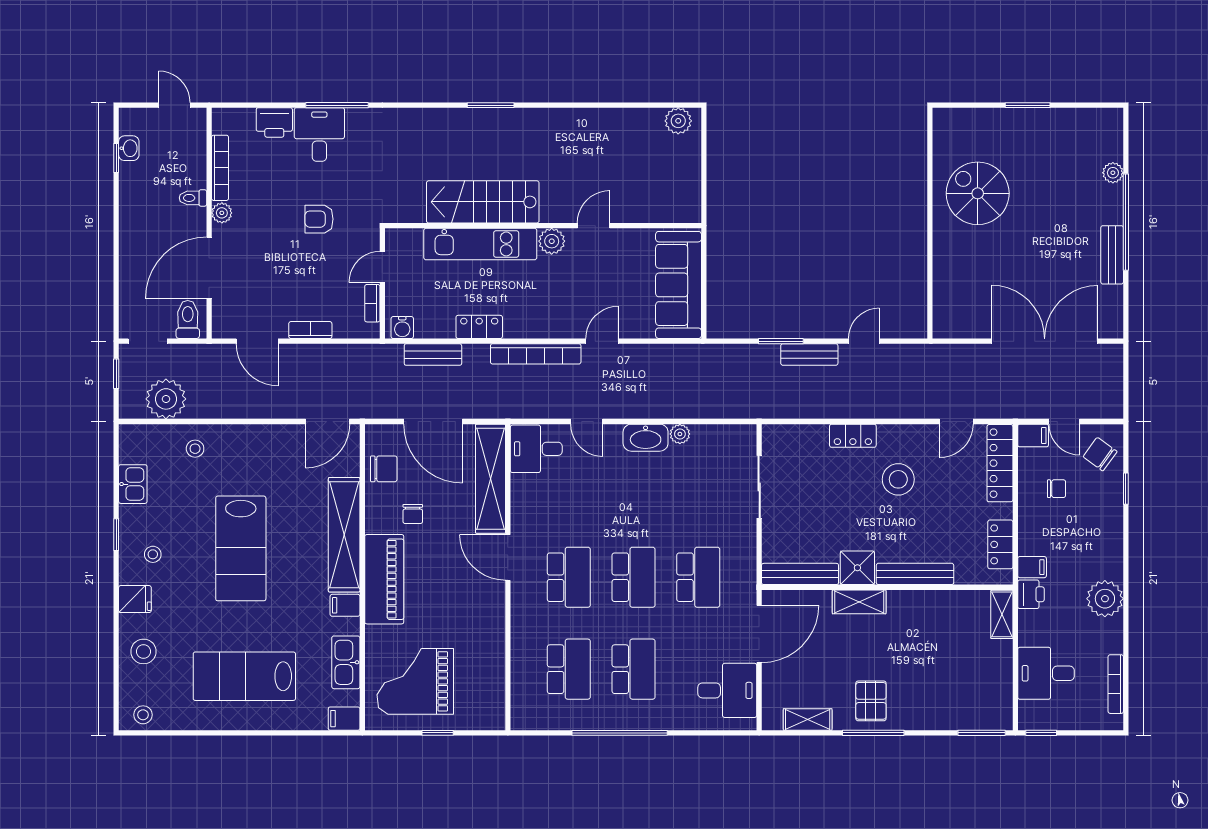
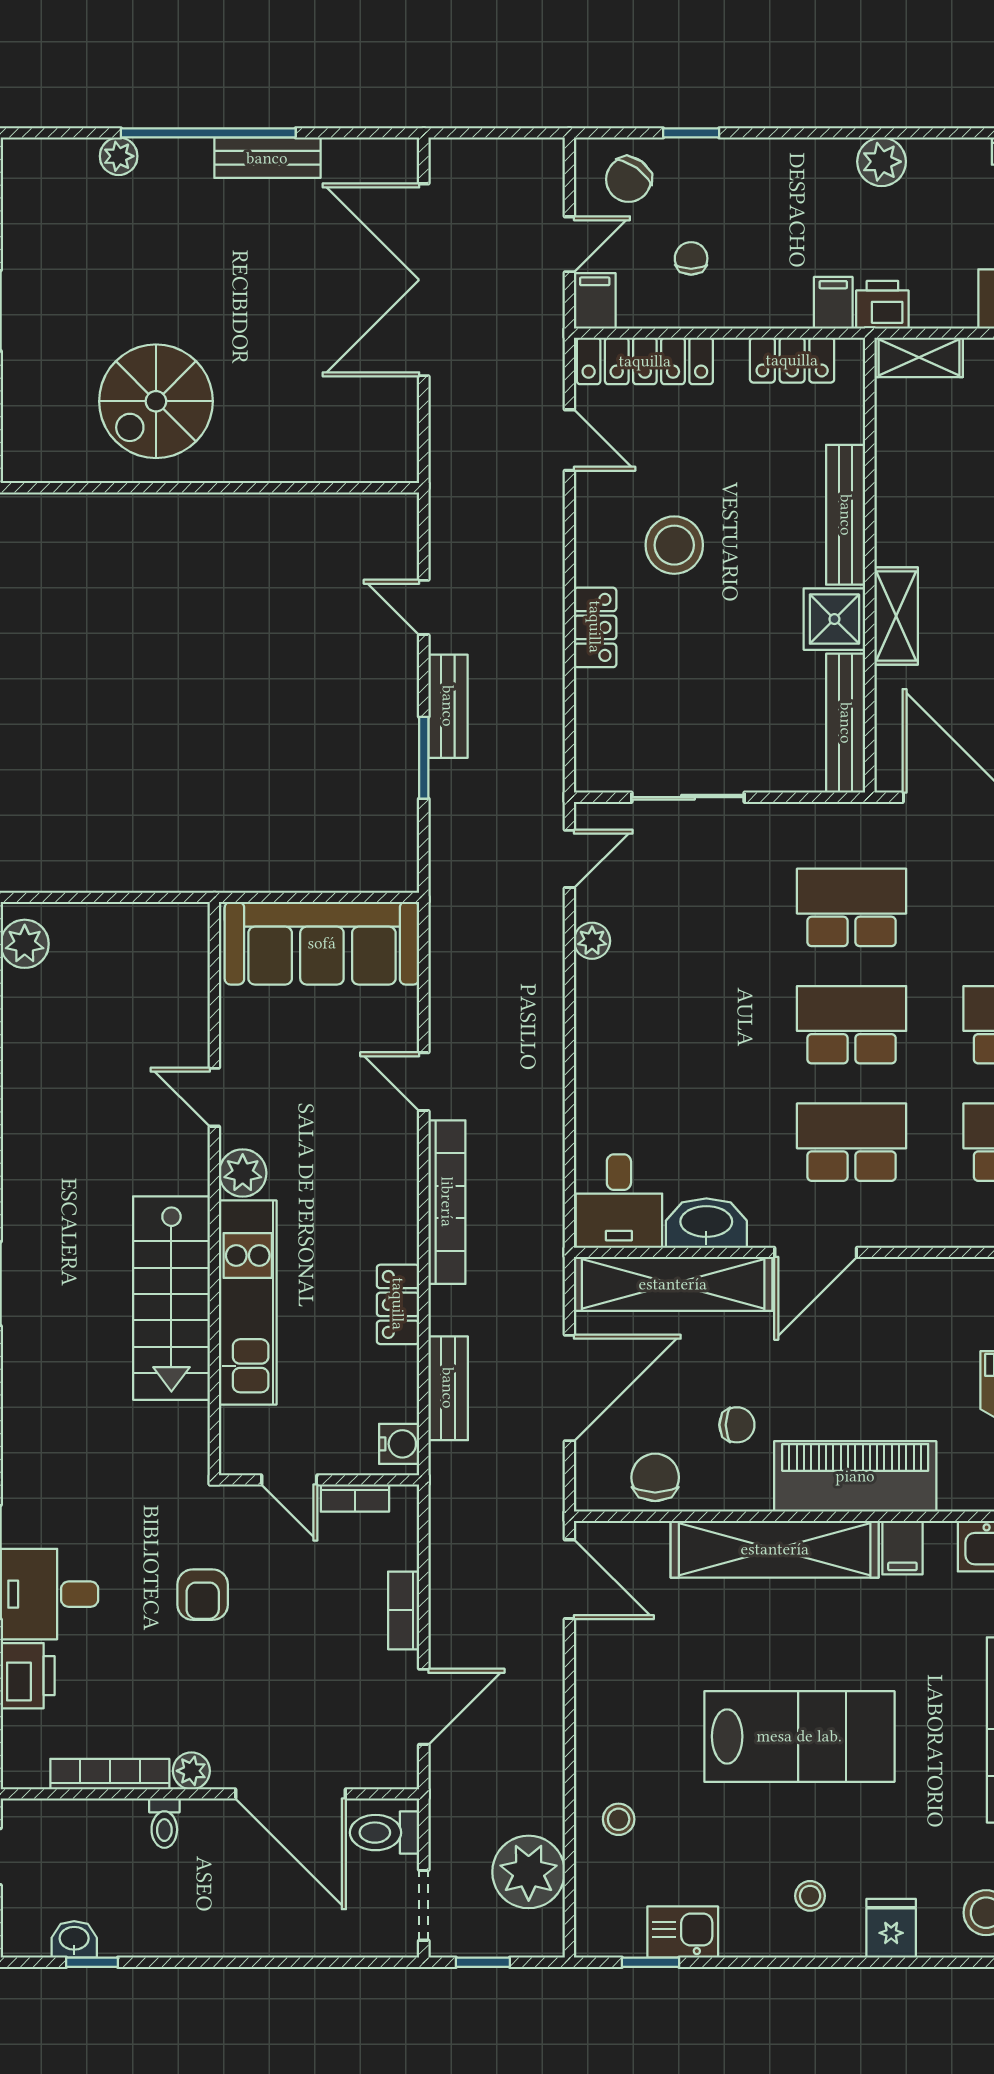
door: (587, 421) -> (569, 859), moved
washbasin: (646, 438) -> (706, 1223), moved, turned -90
window: (116, 535) -> (651, 1962), moved
plant: (1105, 599) -> (882, 162), width x0.73, depth x0.73

